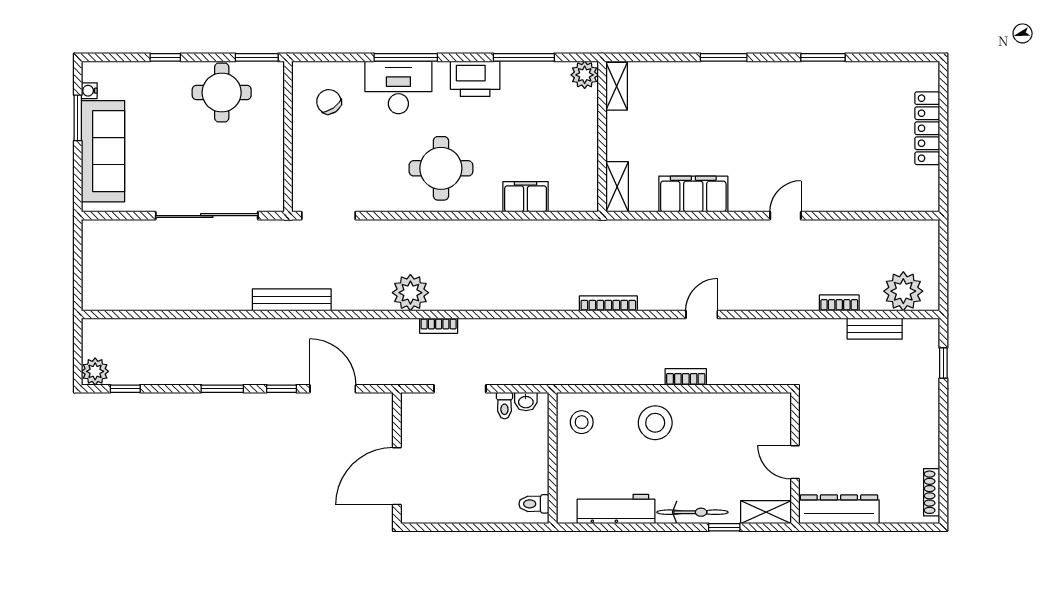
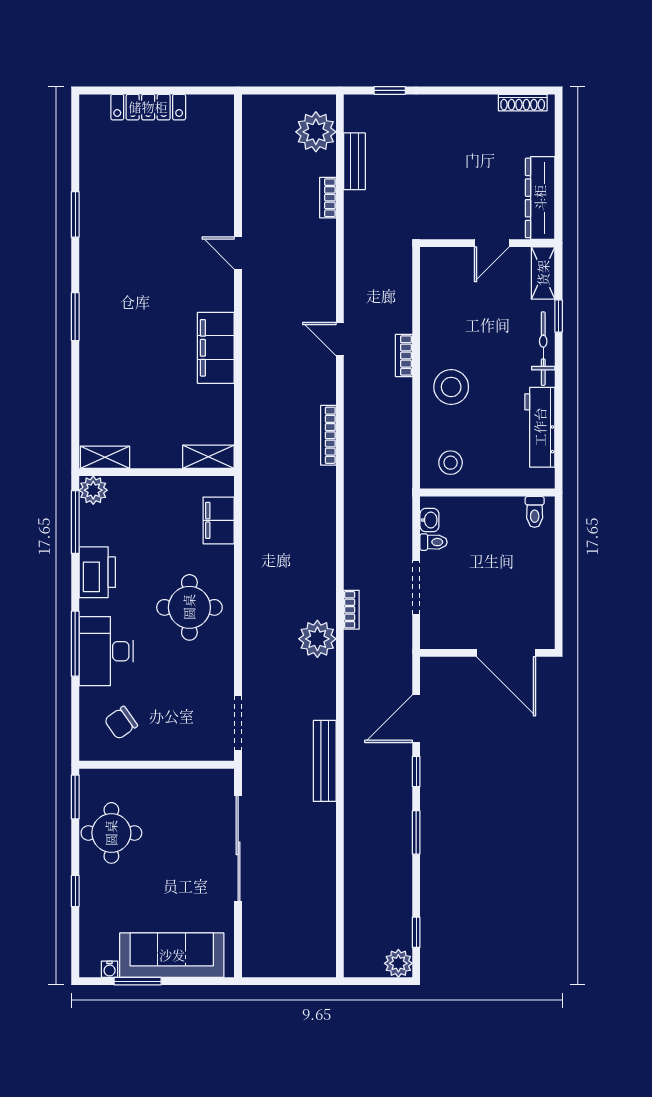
plant: (585, 75) -> (93, 490), moved
shelving: (617, 86) -> (105, 457), moved
wall: (602, 136) -> (157, 472), moved
shelving: (617, 187) -> (208, 457), moved

